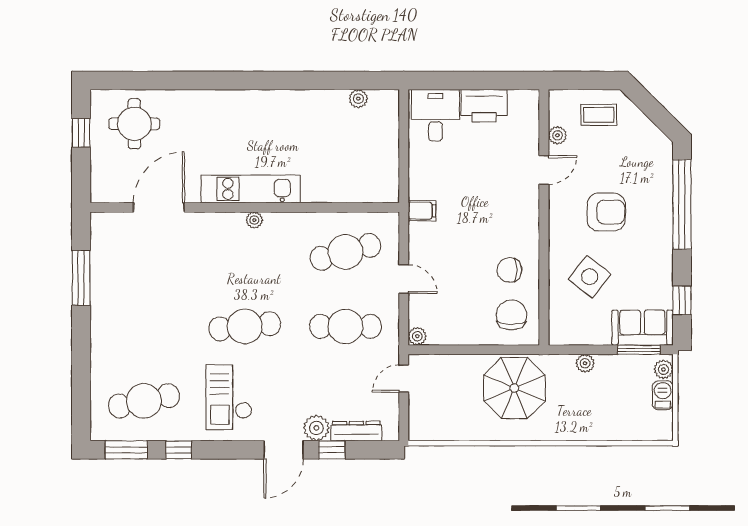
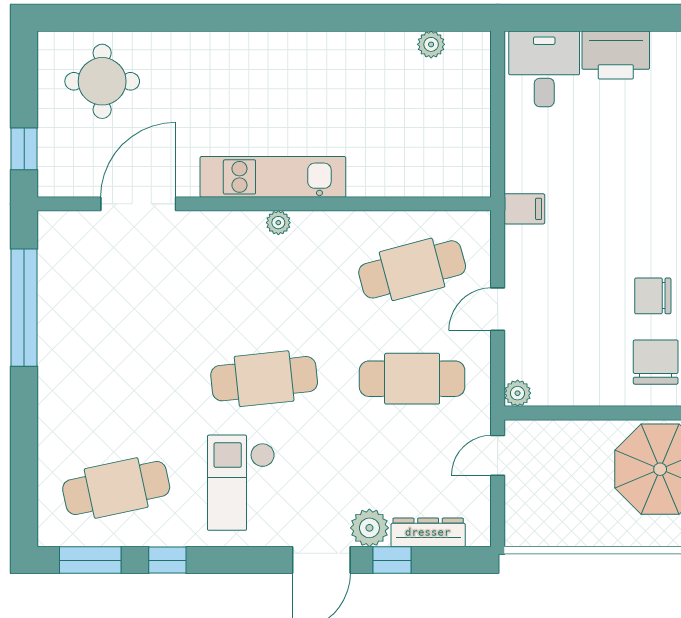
window: (81, 133) -> (24, 149), moved
window: (81, 278) -> (24, 308), width x1.46
door: (404, 279) -> (498, 309), swing flipped

